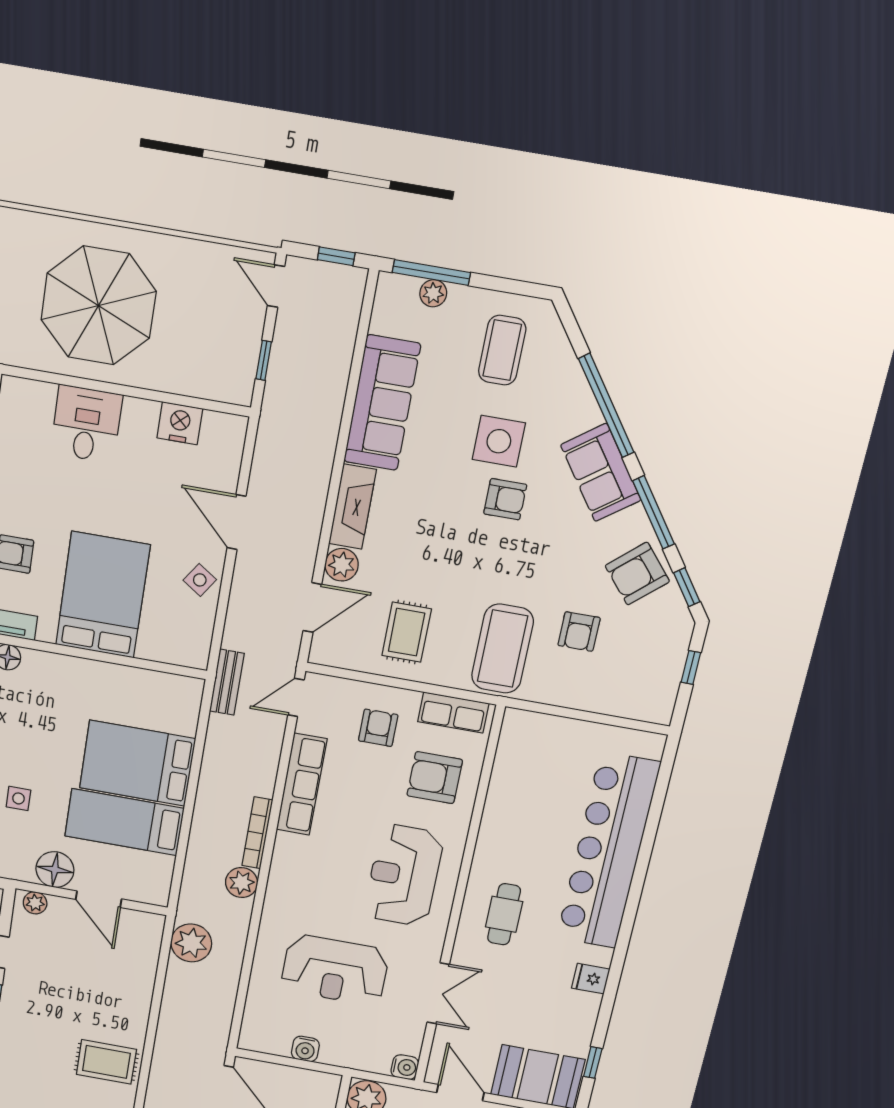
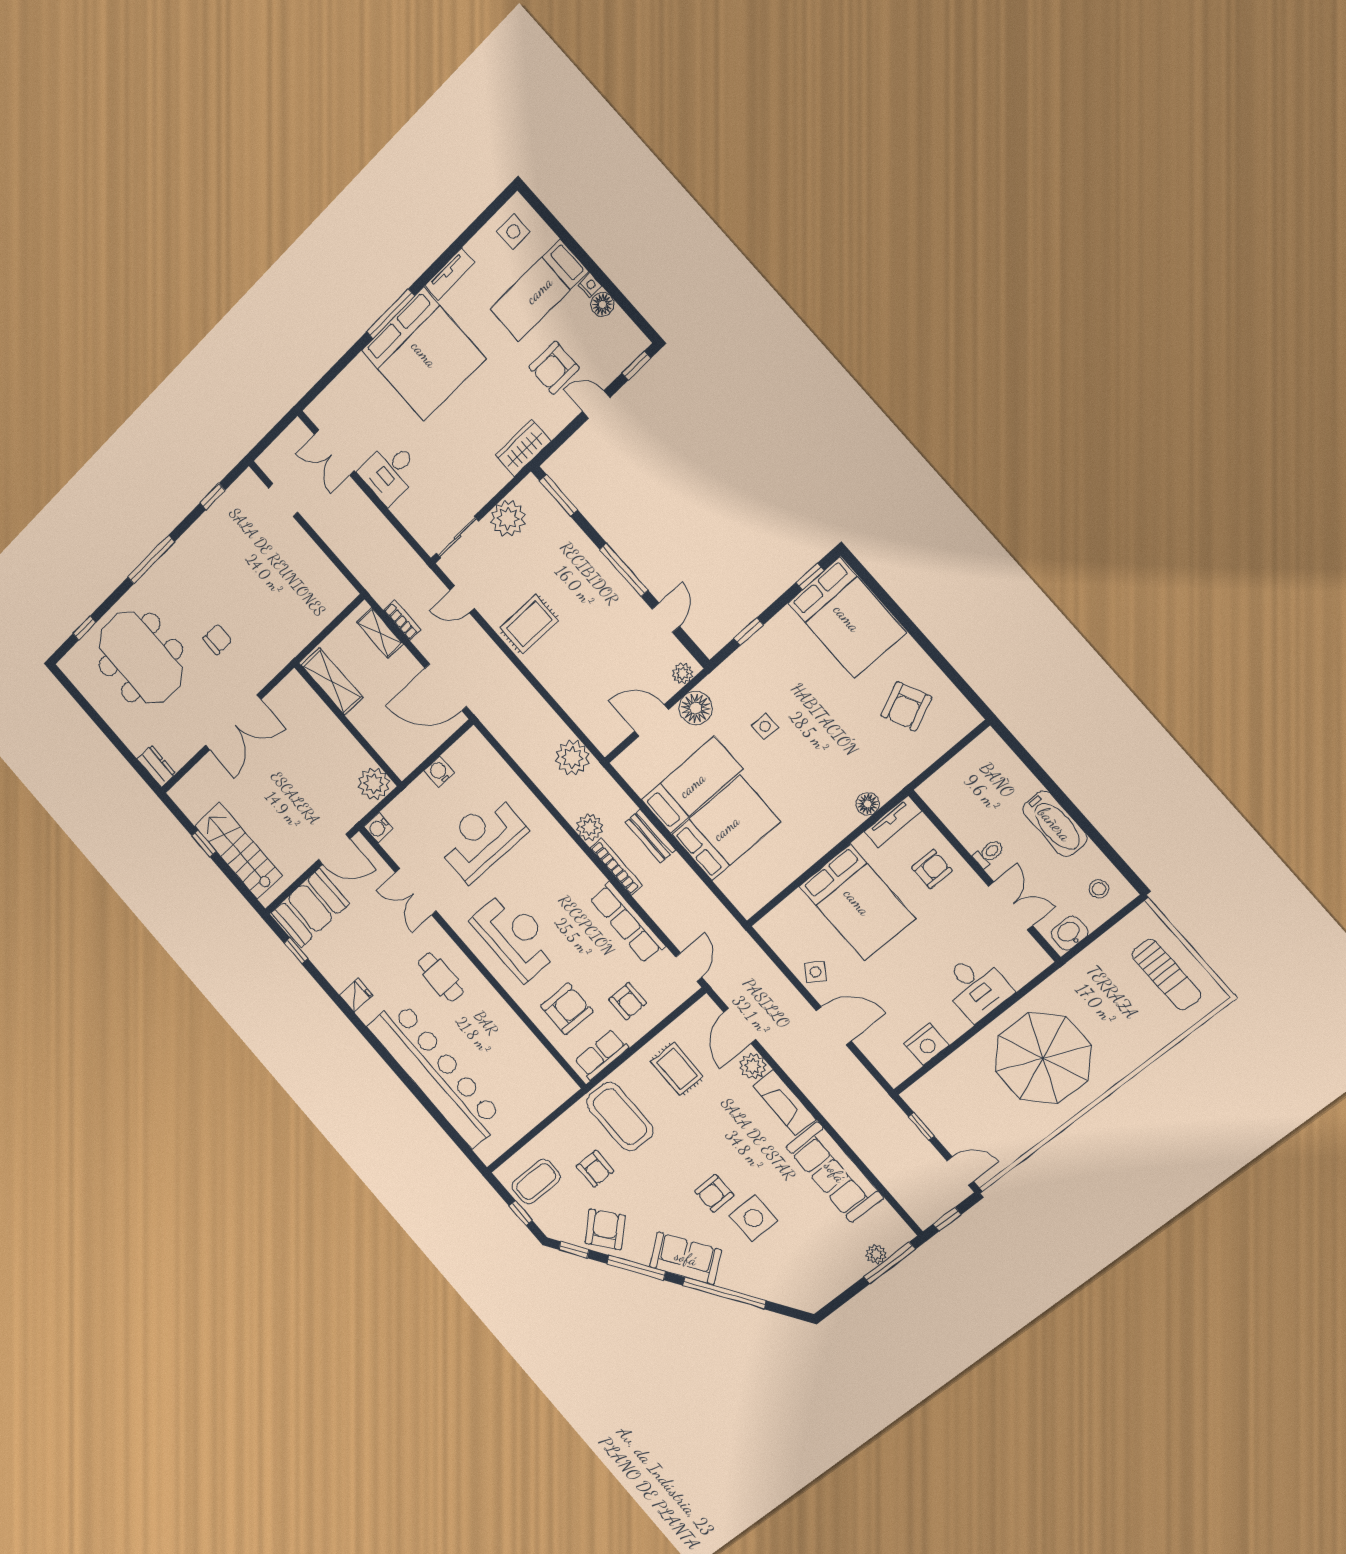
coffee table: (502, 350) -> (536, 1182), moved, turned 90
armchair: (579, 632) -> (595, 1169), turned 180
bench: (227, 682) -> (650, 836), moved

